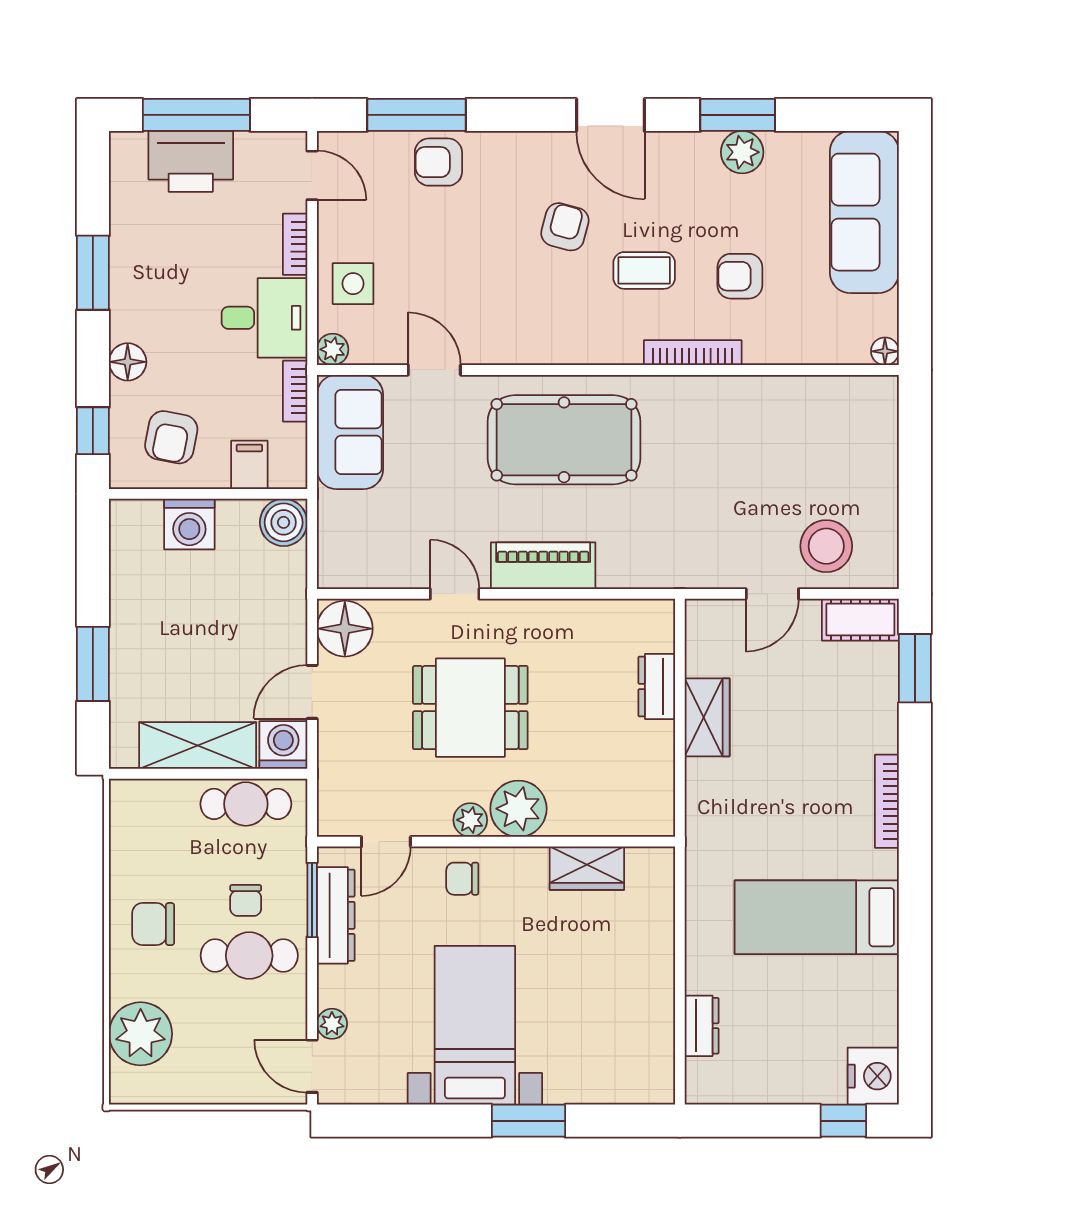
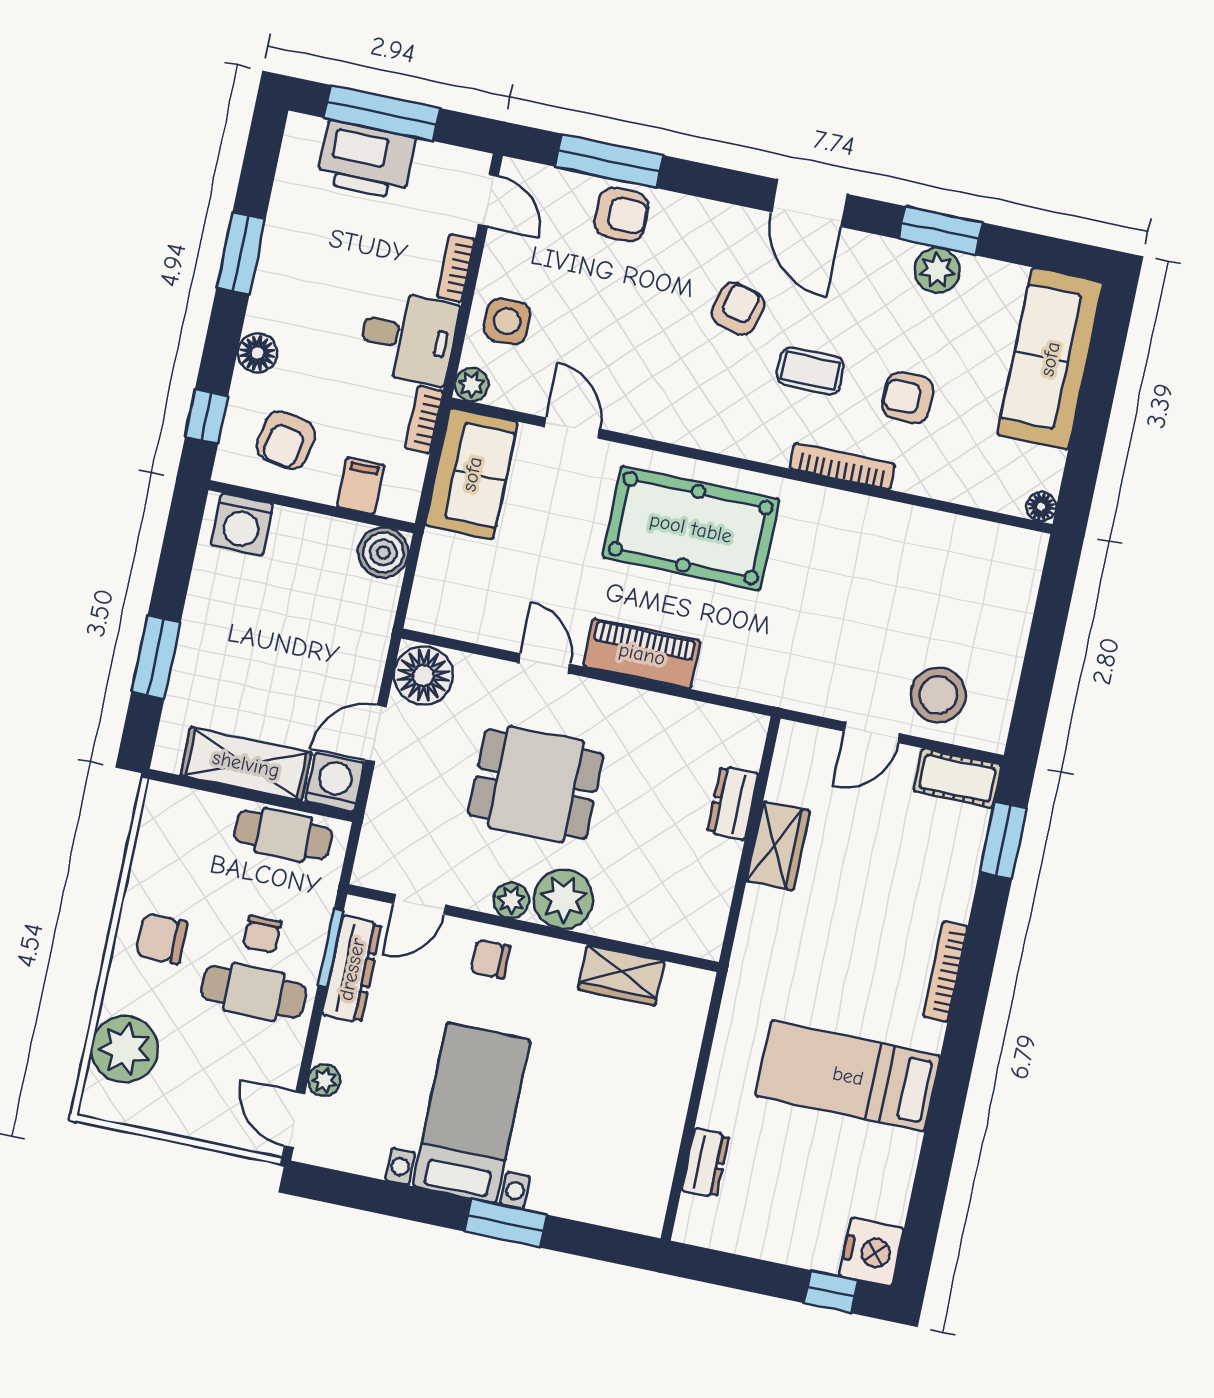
armchair: (438, 162) -> (622, 214), turned 180
washing machine: (189, 524) -> (242, 524), moved

